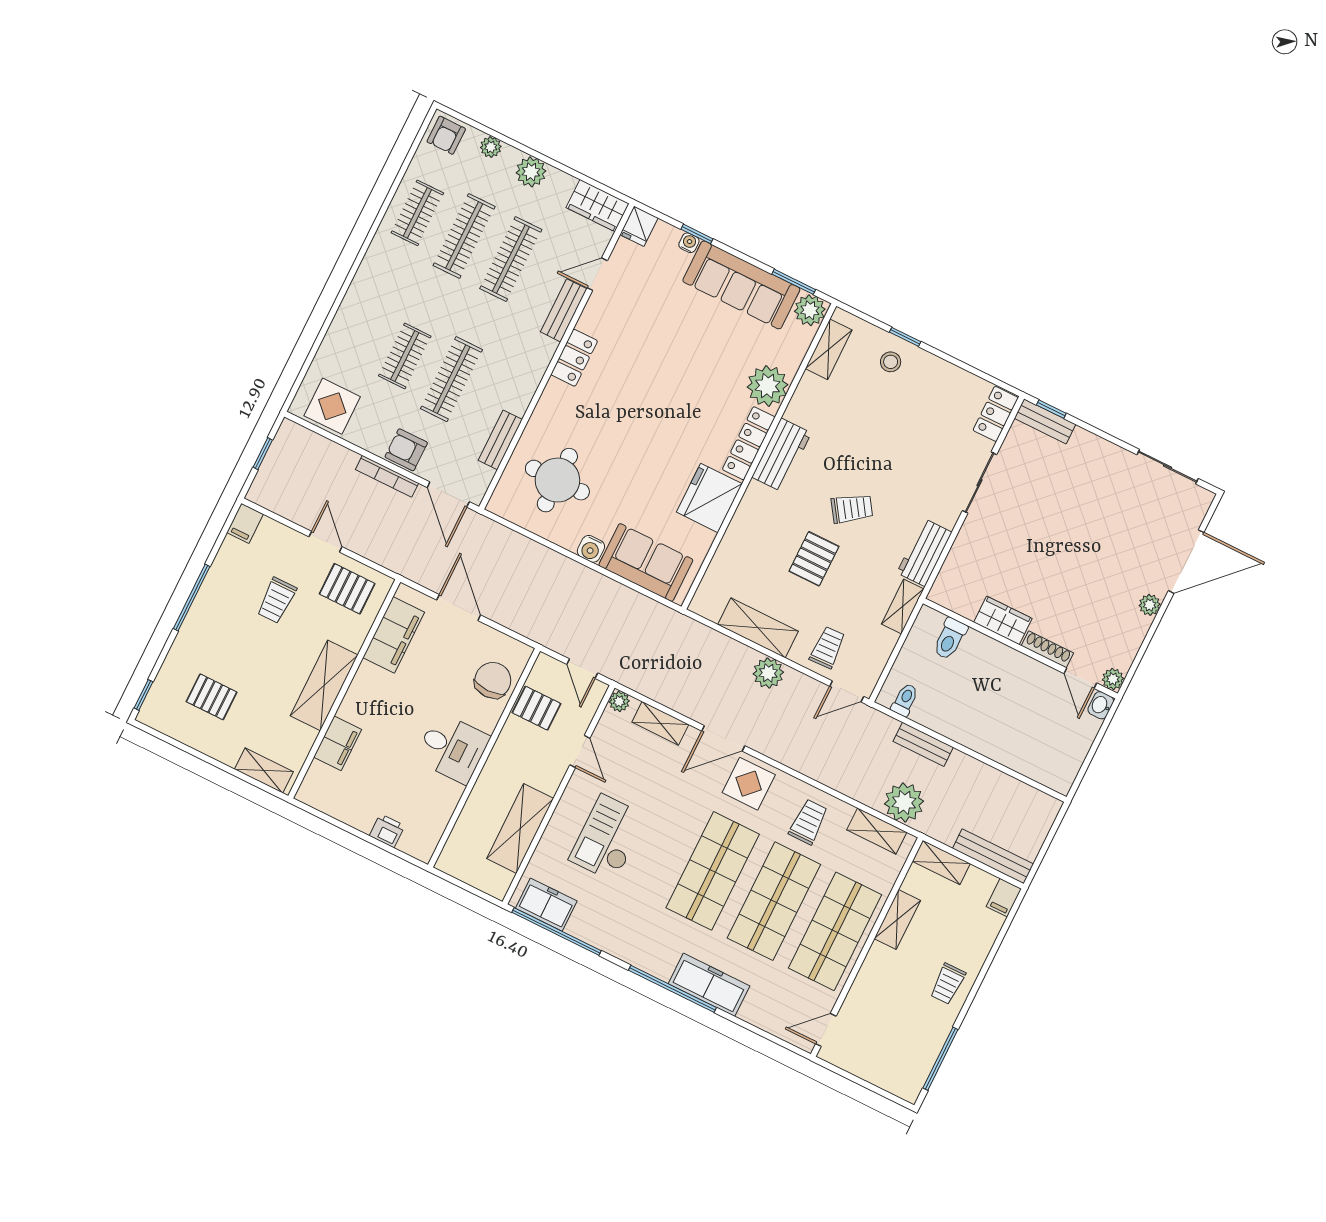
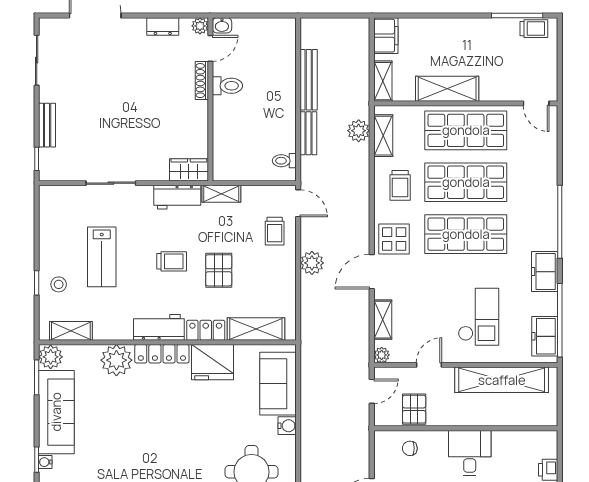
locker: (996, 414) -> (206, 330), moved, turned 180
bench: (1045, 421) -> (47, 125), moved
lab bench: (898, 429) -> (102, 257), added
trolley: (852, 509) -> (172, 261), turned 124
pallet: (814, 559) -> (219, 270), turned 90
plant: (1150, 605) -> (137, 26), removed
wardrobe: (1003, 620) -> (189, 170), moved, turned 90
shelving: (758, 628) -> (256, 329), moved, turned 90
dresser: (1134, 635) -> (163, 26), added
toilet: (950, 639) -> (227, 86), moved
trolley: (827, 648) -> (275, 231), turned -88
chair: (493, 680) -> (410, 448), width x0.54, depth x0.54
door: (723, 738) -> (372, 272), swing flipped
plant: (904, 802) -> (359, 131), width x0.73, depth x0.73
trolley: (808, 822) -> (400, 185), turned -90
shelving: (520, 828) -> (502, 380), width x1.47
checkout: (608, 838) -> (478, 317), turned -90
bench: (993, 856) -> (309, 80), moved
filing cabinet: (1004, 898) -> (386, 36), width x2.00
shelving: (897, 920) -> (447, 89), width x1.50, depth x1.33
trolley: (948, 984) -> (534, 29), moved
freezer: (709, 985) -> (545, 272), moved, width x0.71

